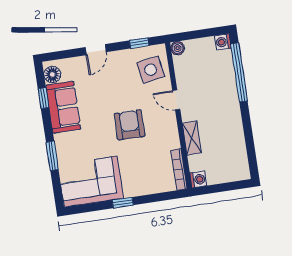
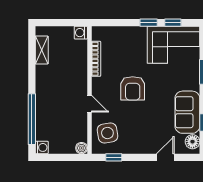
door: (96, 50) -> (165, 157), moved
shelving: (192, 138) -> (42, 50), moved
bookcase: (179, 169) -> (96, 59), moved
window: (95, 207) -> (173, 23), added

